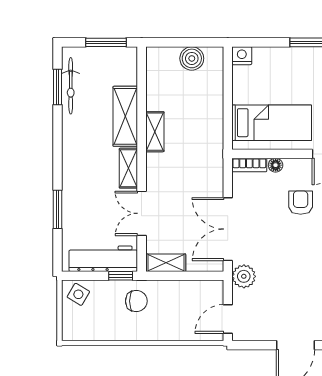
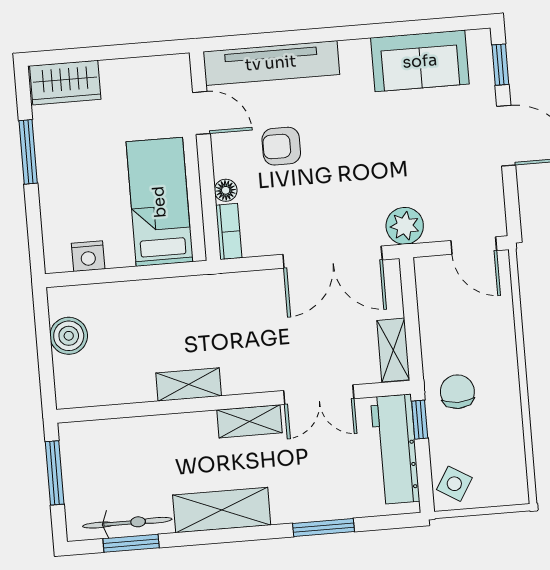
nightstand: (242, 56) -> (88, 256), moved, turned -90
shelving: (125, 116) -> (222, 510), moved

